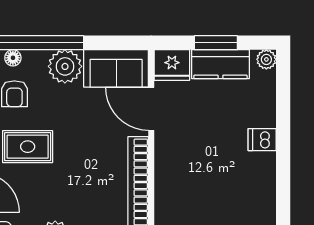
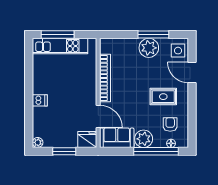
kitchen counter: (220, 64) -> (62, 140), removed

